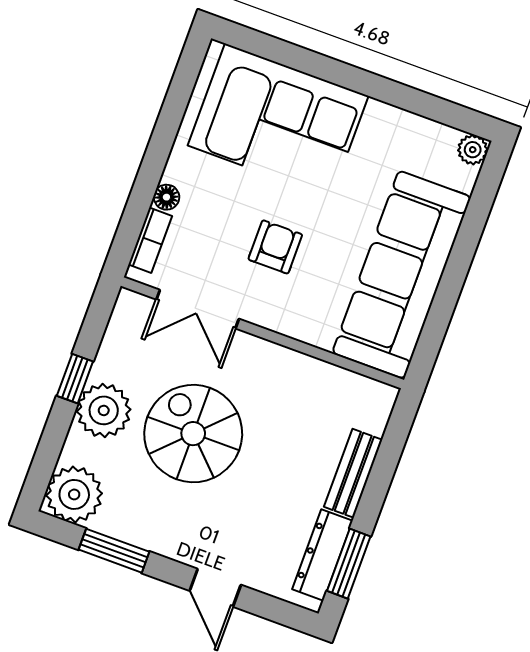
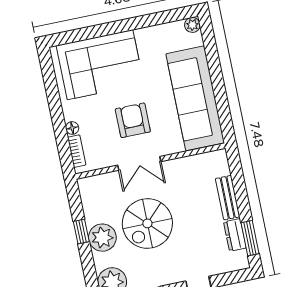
armchair: (275, 247) -> (133, 120), width x1.38, depth x1.38
double door: (198, 309) -> (139, 163), moved
spiral stairs: (193, 434) -> (147, 223), turned -90
dresser: (322, 555) -> (235, 235), width x0.70

